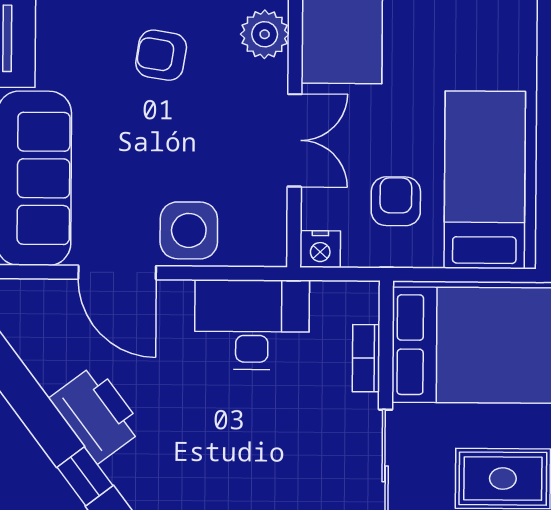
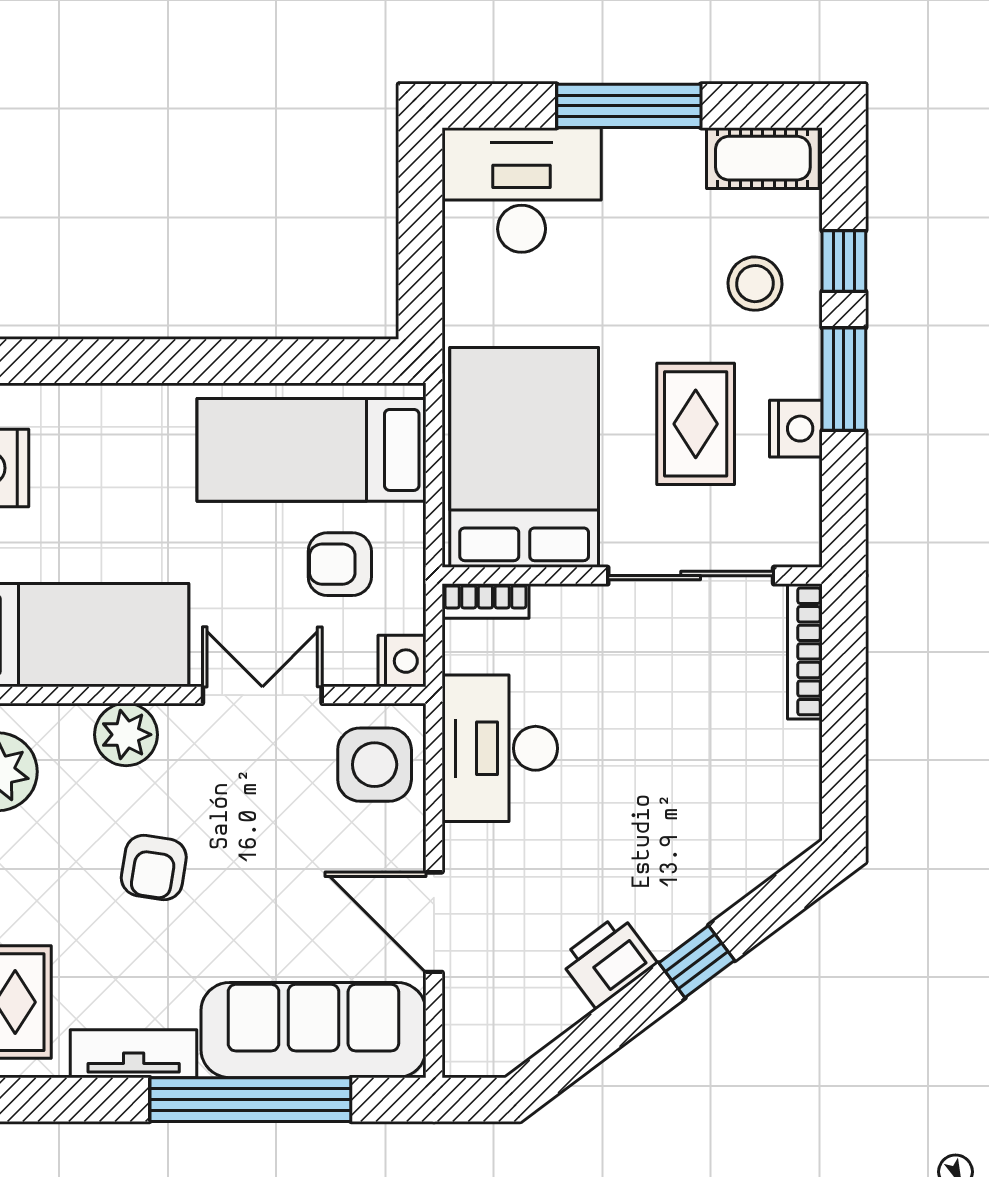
side table: (189, 230) -> (375, 765), moved
door: (117, 272) -> (434, 922), swing flipped
bookcase: (366, 358) -> (485, 601), moved
printer: (96, 414) -> (608, 961), width x0.73, depth x0.84

